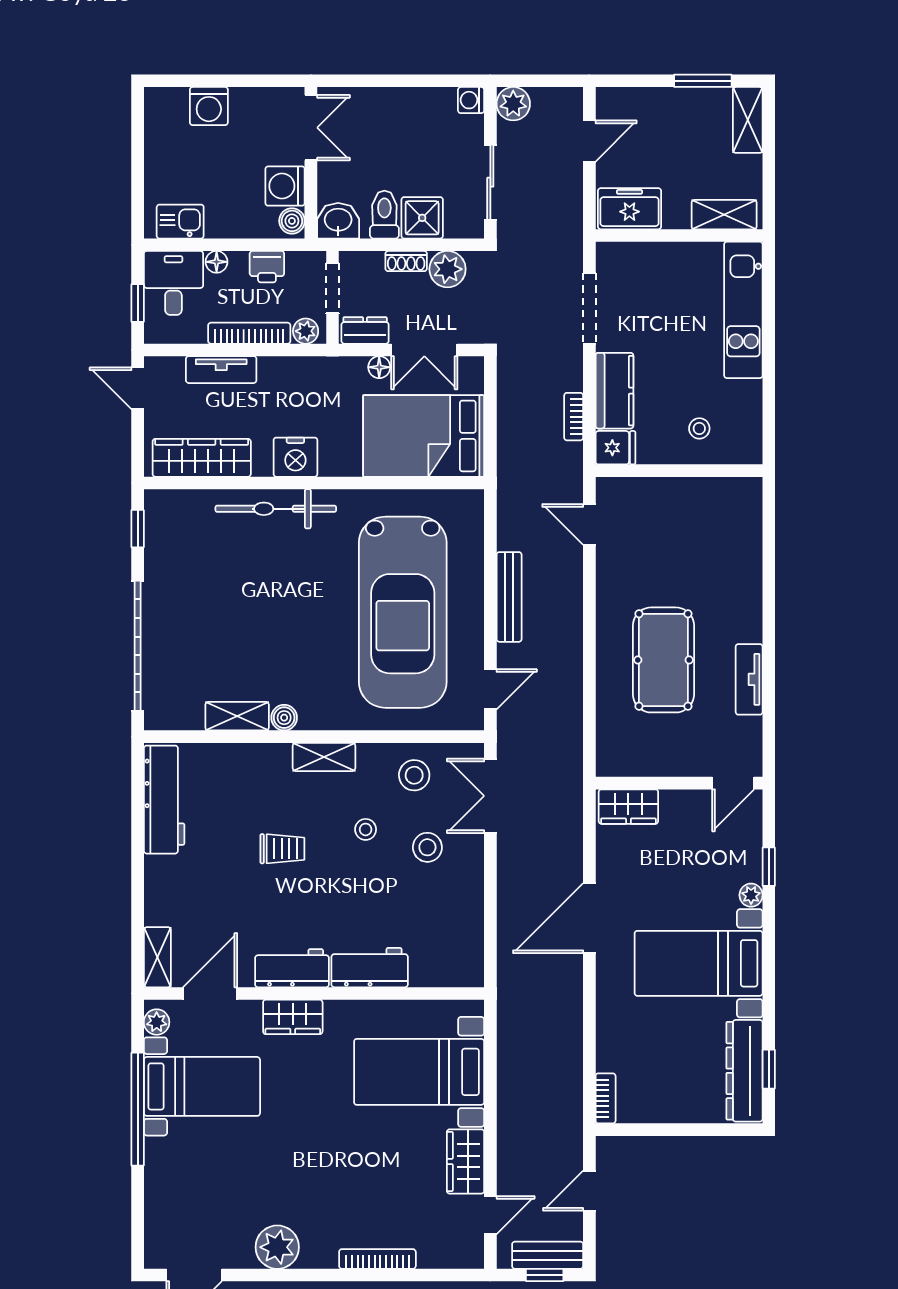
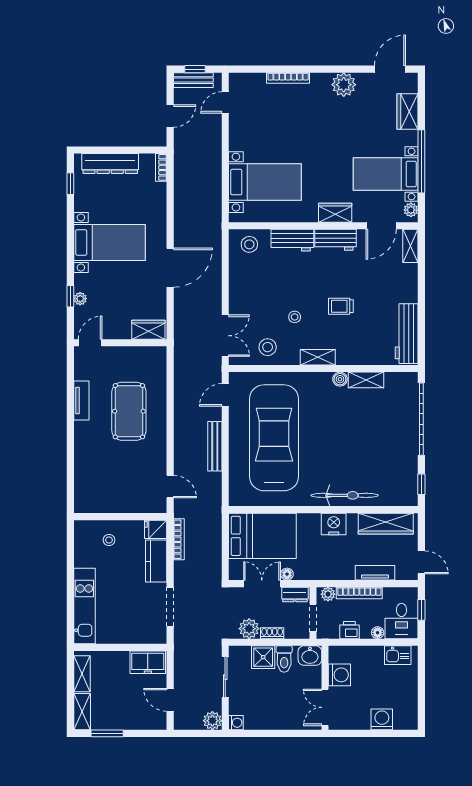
door: (589, 141) -> (170, 700), hinge flipped
shelving: (724, 215) -> (82, 674), moved, turned 90
boiler: (292, 221) -> (336, 655), removed
bookcase: (574, 417) -> (179, 539), width x1.56
stool: (427, 847) -> (249, 244), moved
plant: (751, 895) -> (80, 299), moved
dresser: (744, 1071) -> (110, 164), moved, turned 90
wardrobe: (465, 1161) -> (408, 112), moved, turned 180

